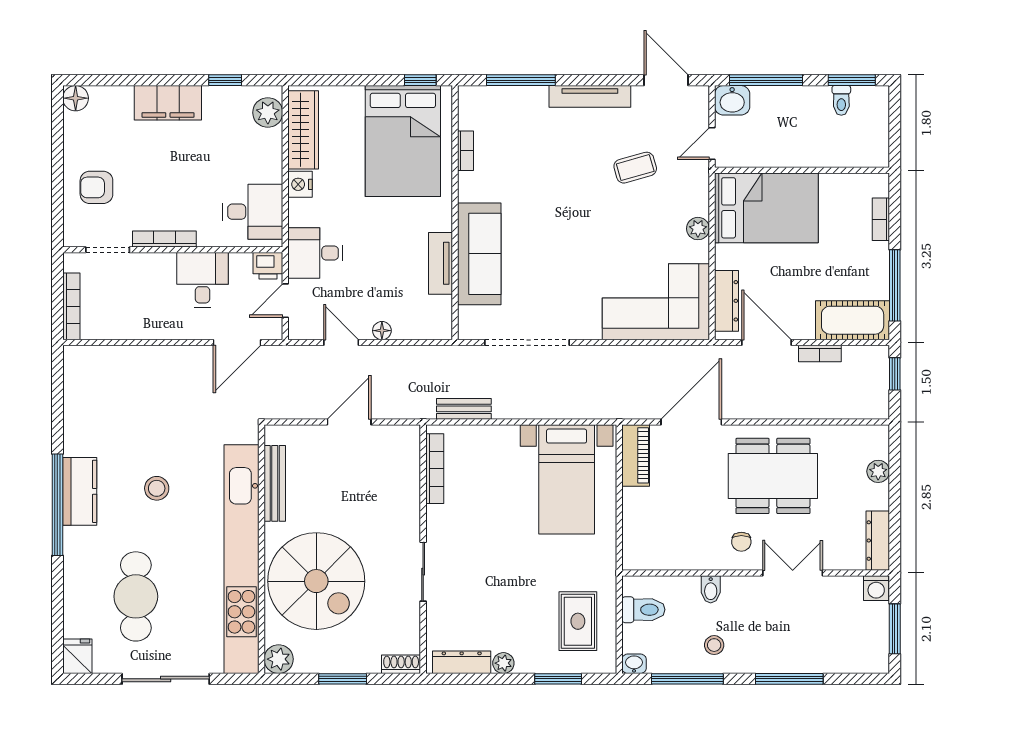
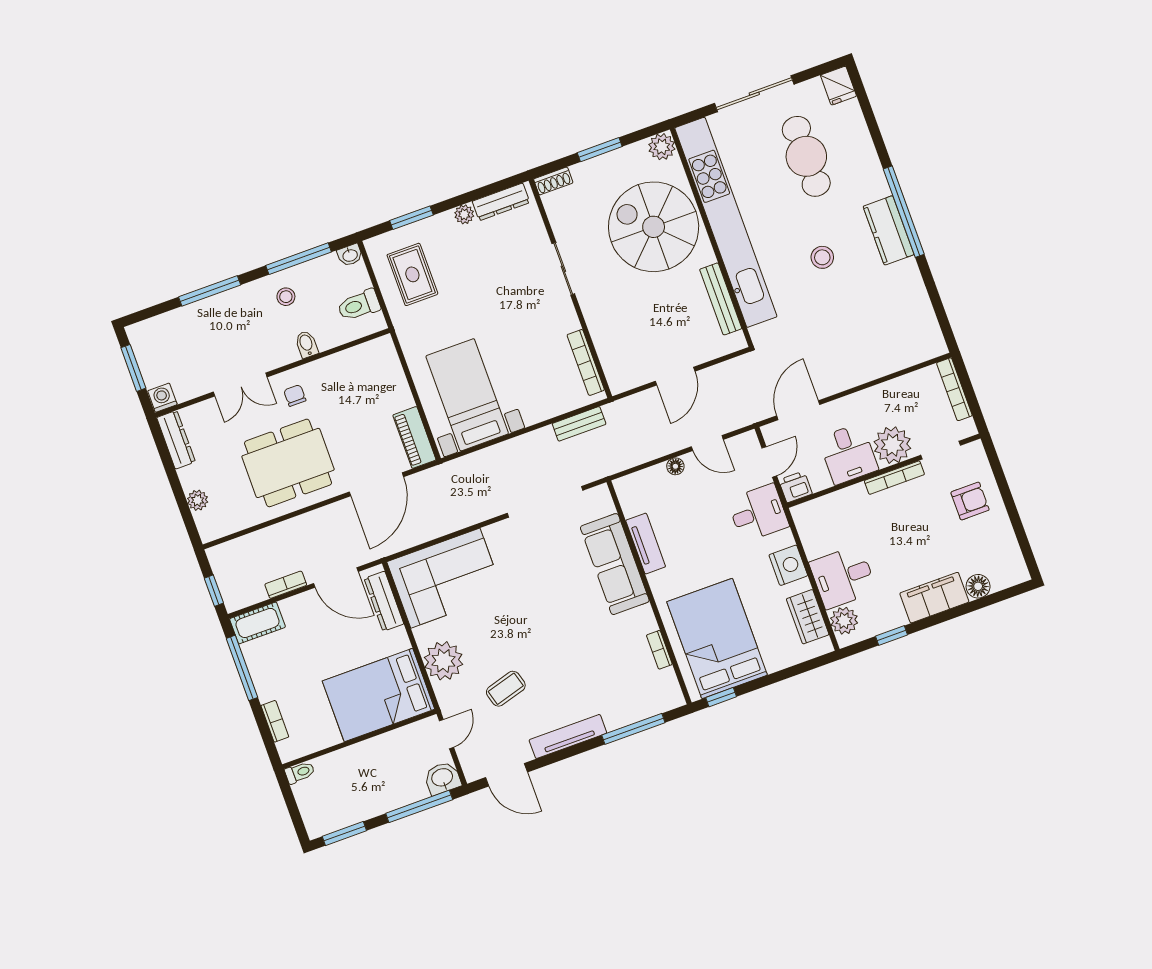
floor lamp: (76, 98) -> (978, 586), moved
toilet: (841, 100) -> (300, 772), moved, turned 90
wardrobe: (303, 130) -> (808, 617), width x0.67
nightstand: (300, 184) -> (788, 565), width x1.36, depth x1.33
desk: (253, 212) -> (843, 577), moved
plant: (698, 229) -> (443, 661), width x1.87, depth x1.87
plant: (155, 273) -> (892, 445), added
cot: (853, 320) -> (257, 623), width x0.73, depth x0.75

